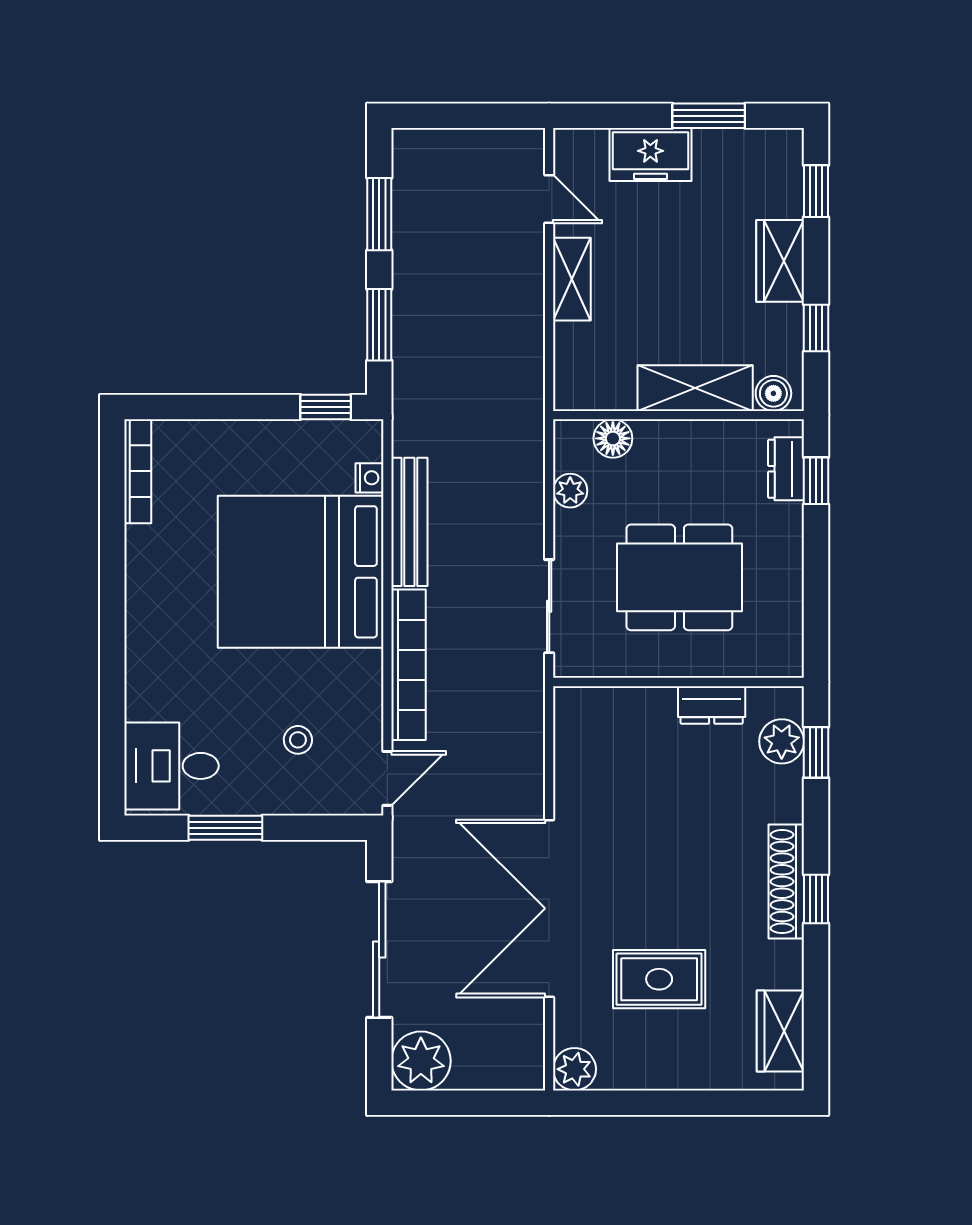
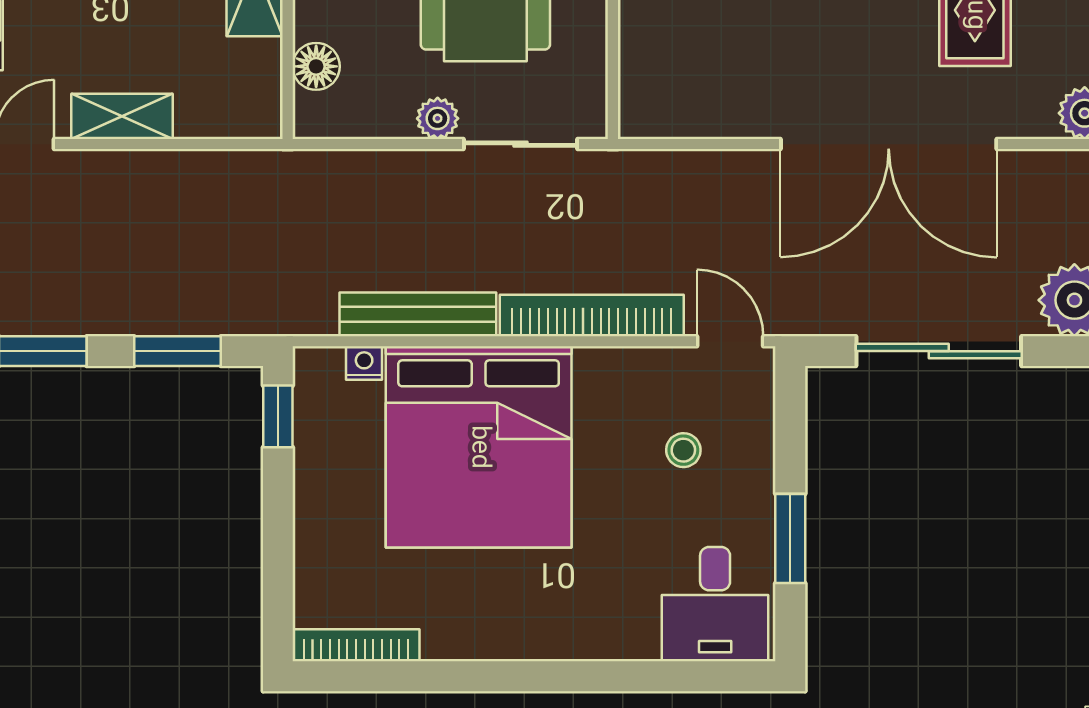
plant: (570, 491) -> (438, 118), moved

